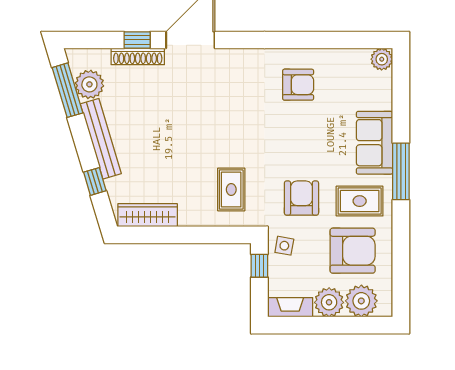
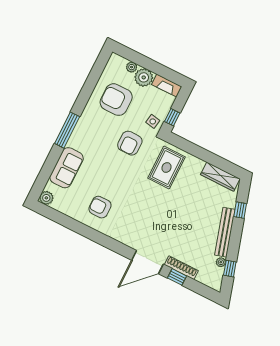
plant: (89, 84) -> (221, 262), width x0.53, depth x0.53
window: (68, 90) -> (230, 269), width x0.46
sofa: (375, 143) -> (67, 168), moved
rug: (231, 189) -> (167, 168), width x1.36, depth x1.43
rug: (360, 201) -> (98, 125), removed
plant: (361, 301) -> (132, 67), width x0.53, depth x0.53

